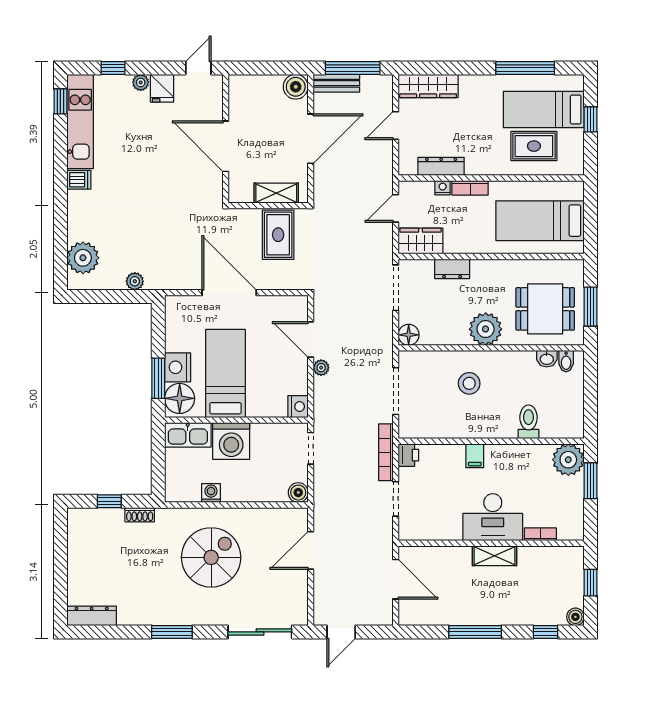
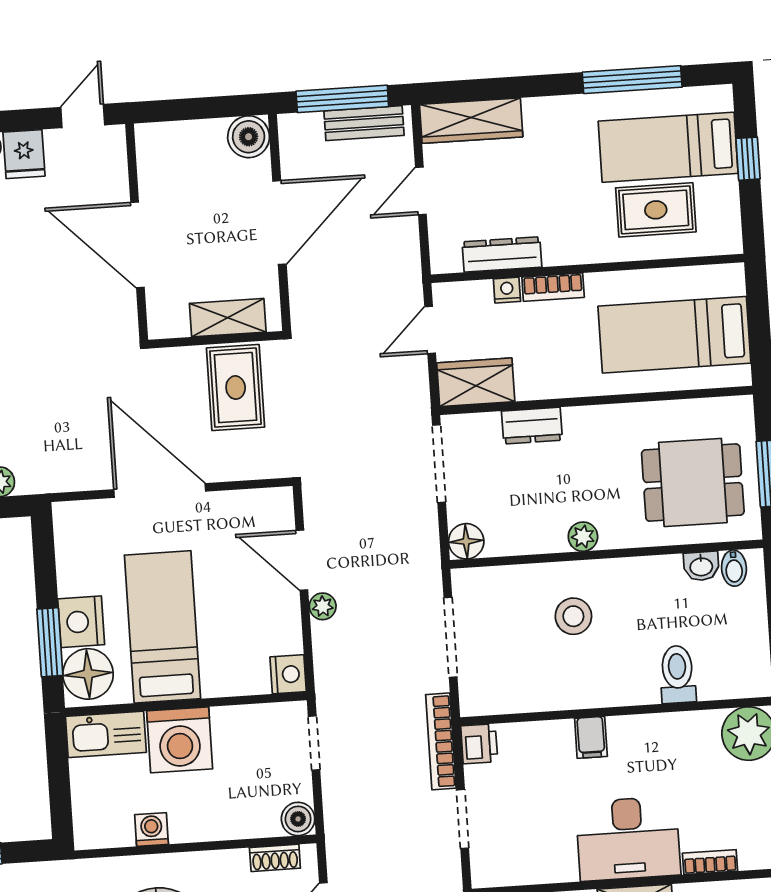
bench: (336, 83) -> (364, 123), moved
plant: (486, 329) -> (583, 537), width x0.53, depth x0.53
shoe rack: (140, 515) -> (275, 858), moved

